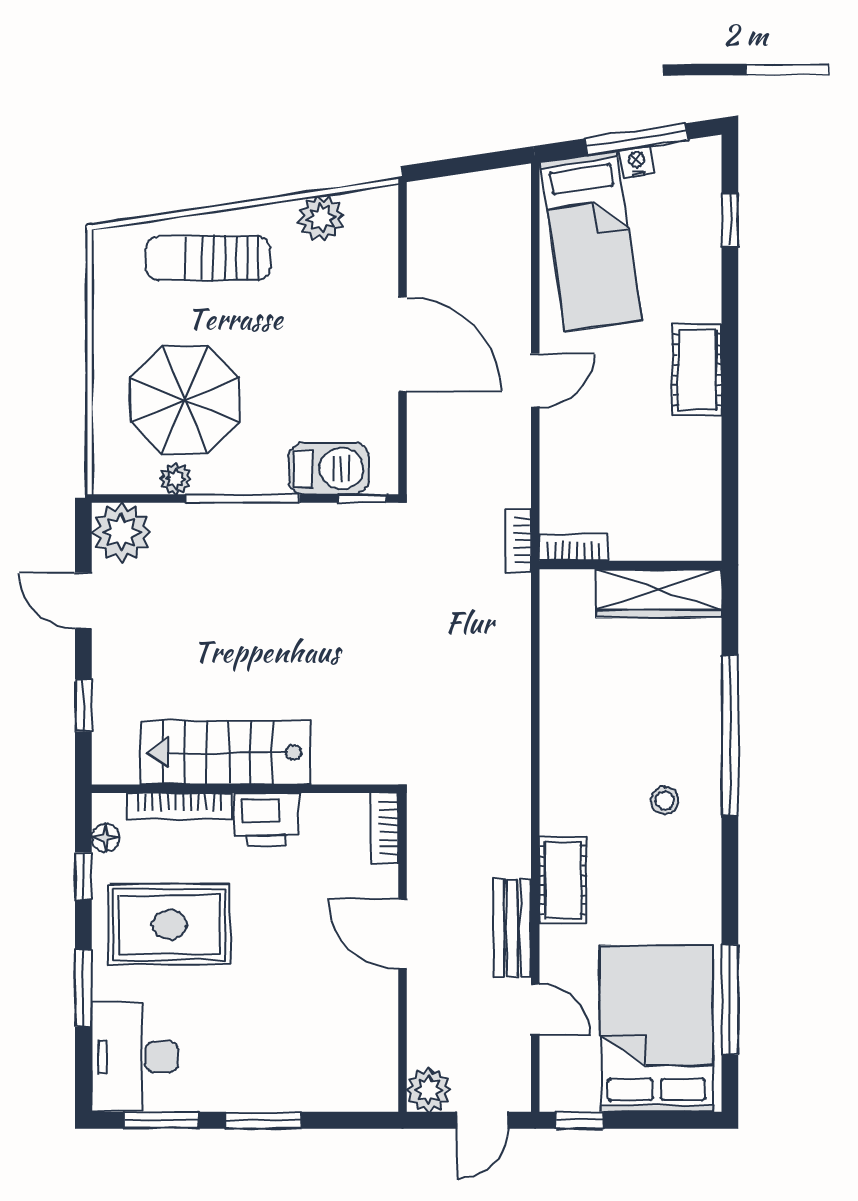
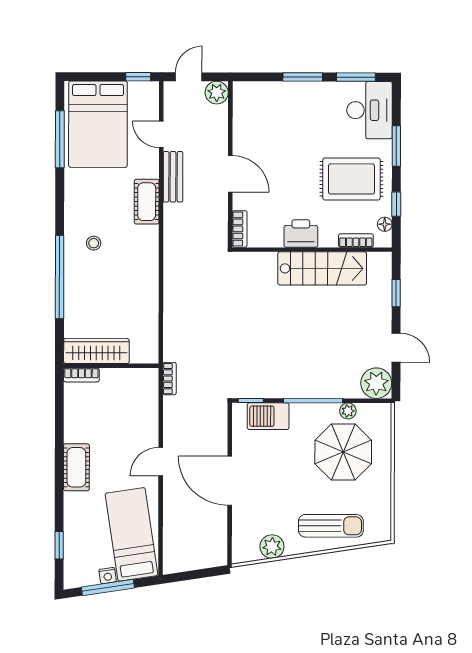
bookcase: (573, 547) -> (81, 375), moved
bookcase: (179, 806) -> (356, 241), width x0.64

